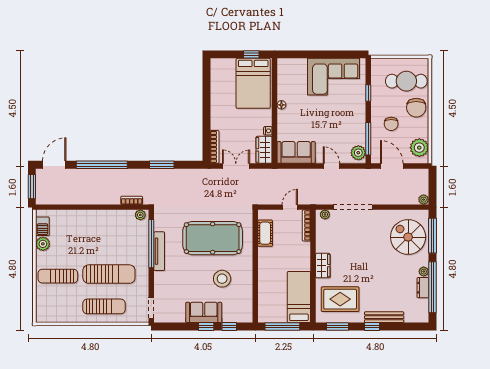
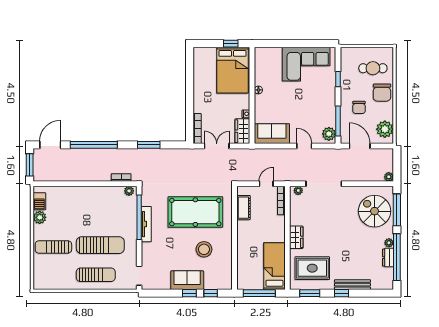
cafe table: (406, 81) -> (373, 68), width x0.73, depth x0.74

